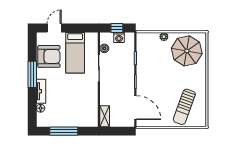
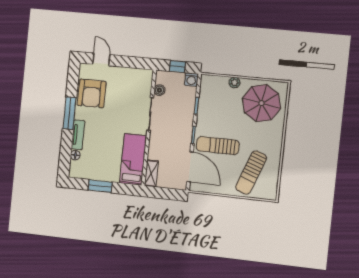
door: (54, 28) -> (101, 59), hinge flipped
washing machine: (119, 37) -> (191, 80), moved
bed: (75, 53) -> (133, 159), moved, turned 180
armchair: (49, 56) -> (92, 93), turned 90
sun lounger: (156, 88) -> (218, 146), added
window: (64, 131) -> (100, 186), width x0.69

